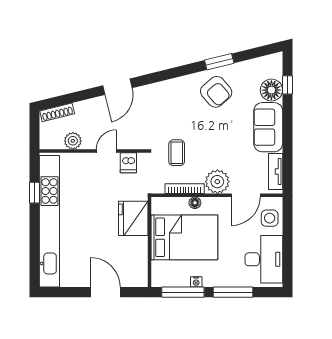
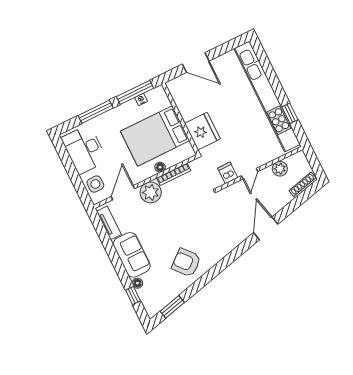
window: (219, 62) -> (172, 307), moved
floor lamp: (271, 90) -> (137, 283), width x0.53, depth x0.53
coffee table: (177, 153) -> (194, 199), removed
nightstand: (196, 282) -> (141, 99), moved

